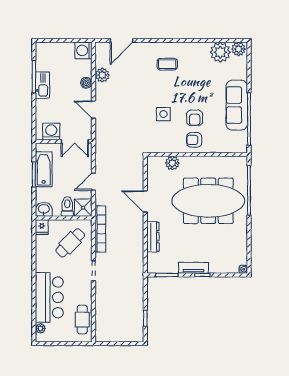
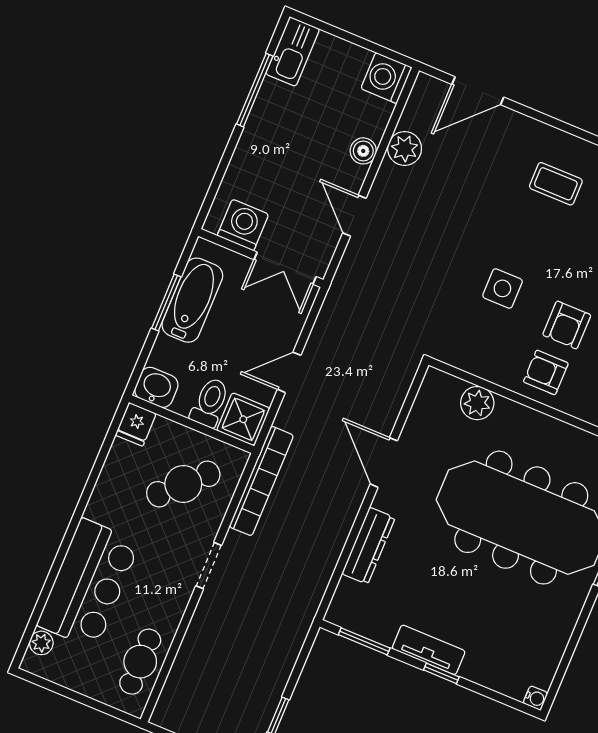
kitchen sink: (42, 85) -> (293, 52), moved

